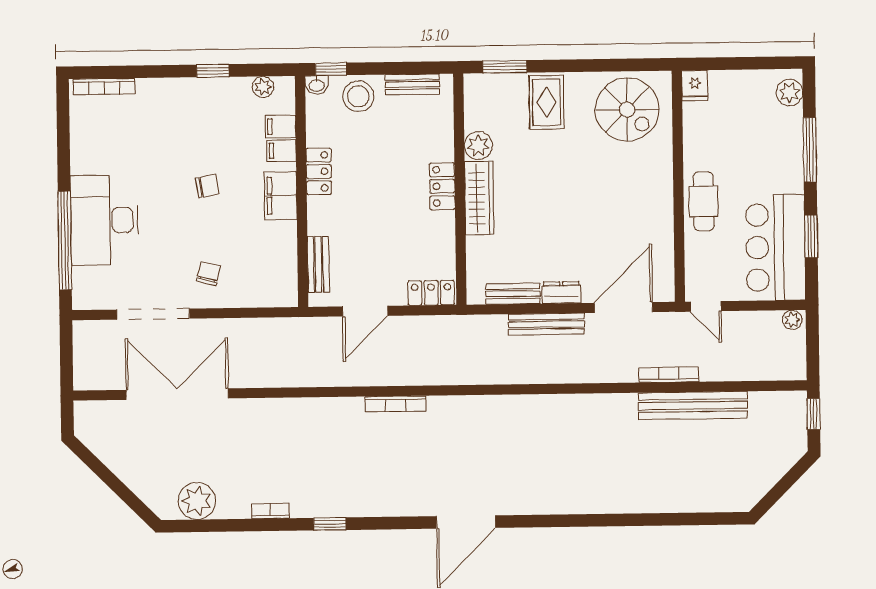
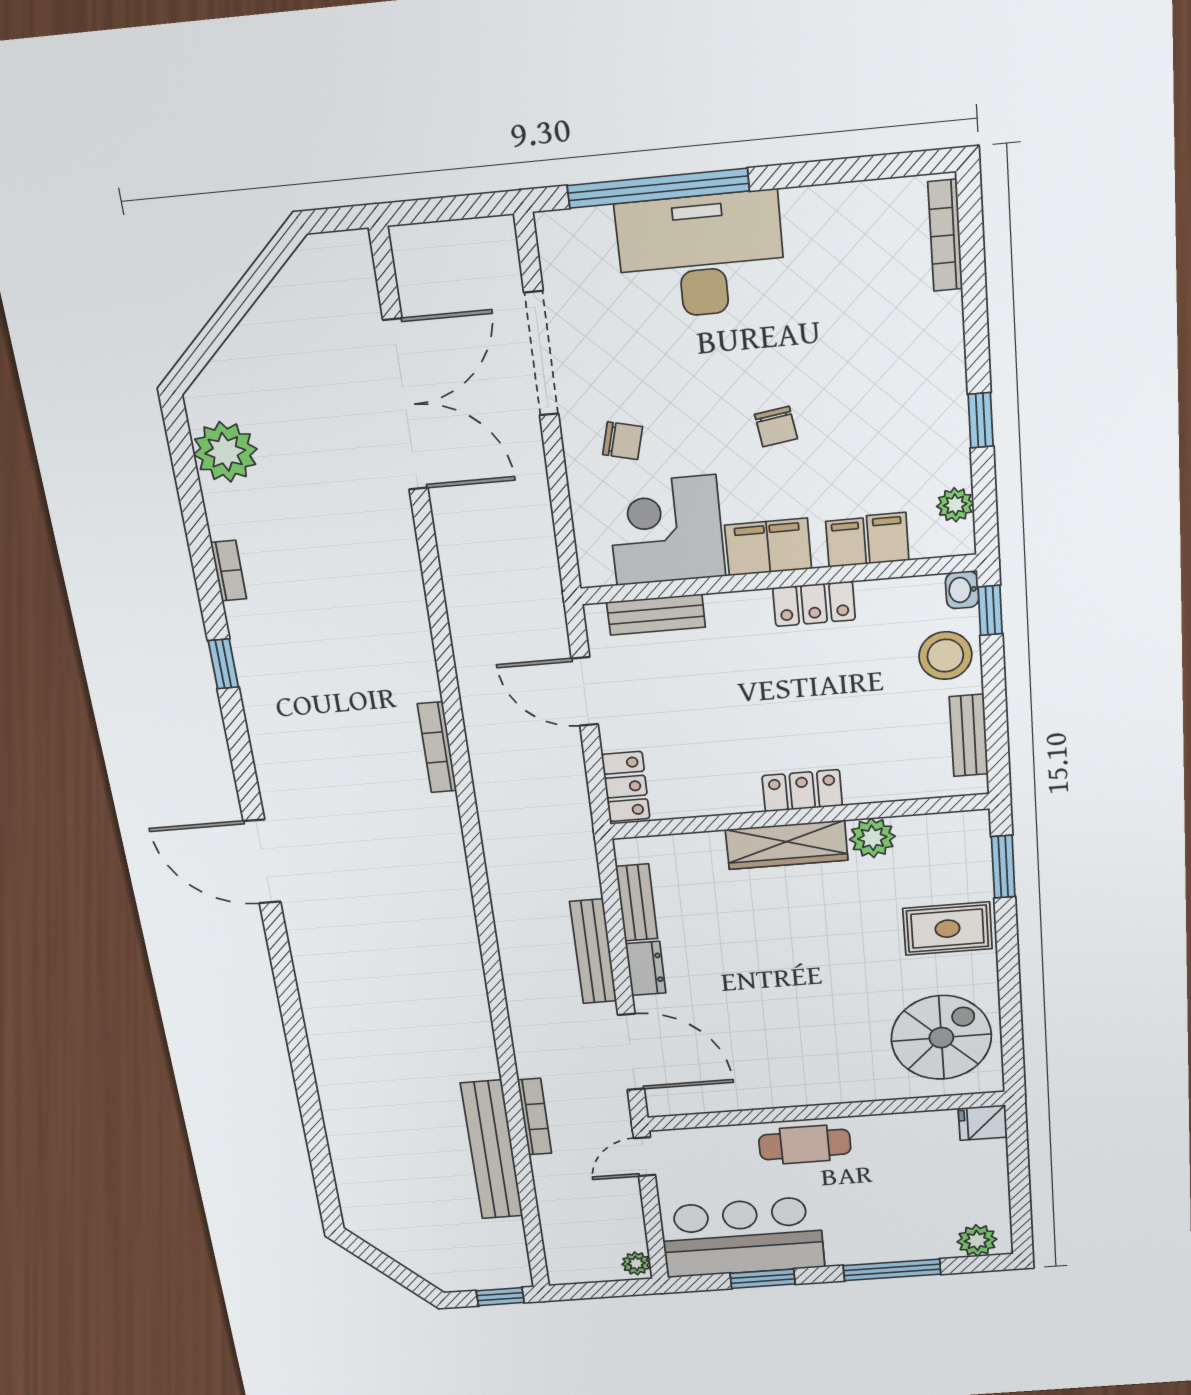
spiral stairs: (627, 110) -> (941, 1038), turned 180
corner desk: (265, 254) -> (666, 530), added

